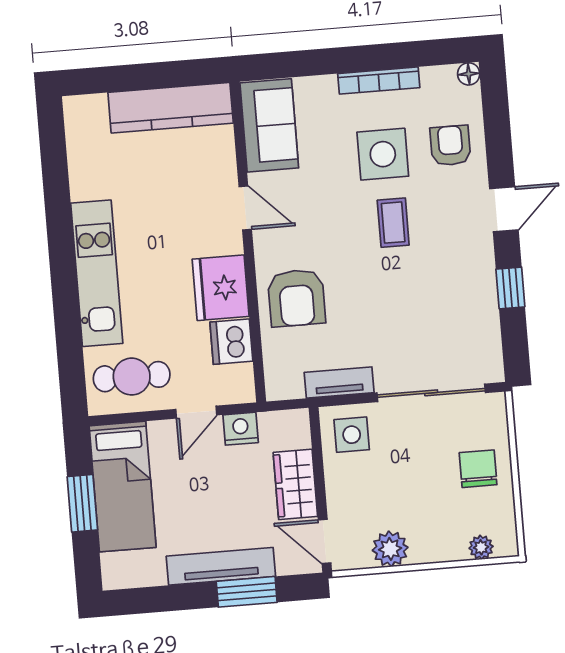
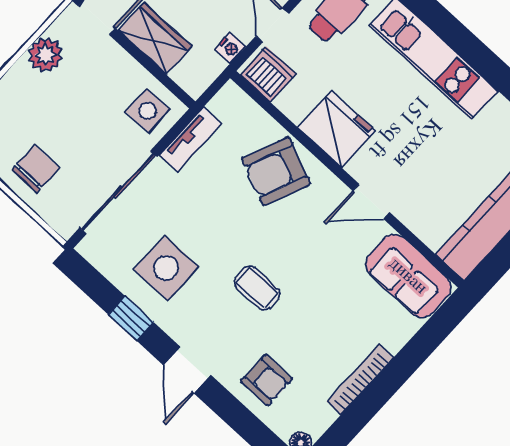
side table: (383, 154) -> (166, 268), moved
armchair: (296, 298) -> (276, 171), turned -67
dishwasher: (231, 342) -> (268, 74), moved
nightstand: (241, 429) -> (230, 48), width x0.72, depth x0.74
chair: (478, 469) -> (36, 169), turned -90

